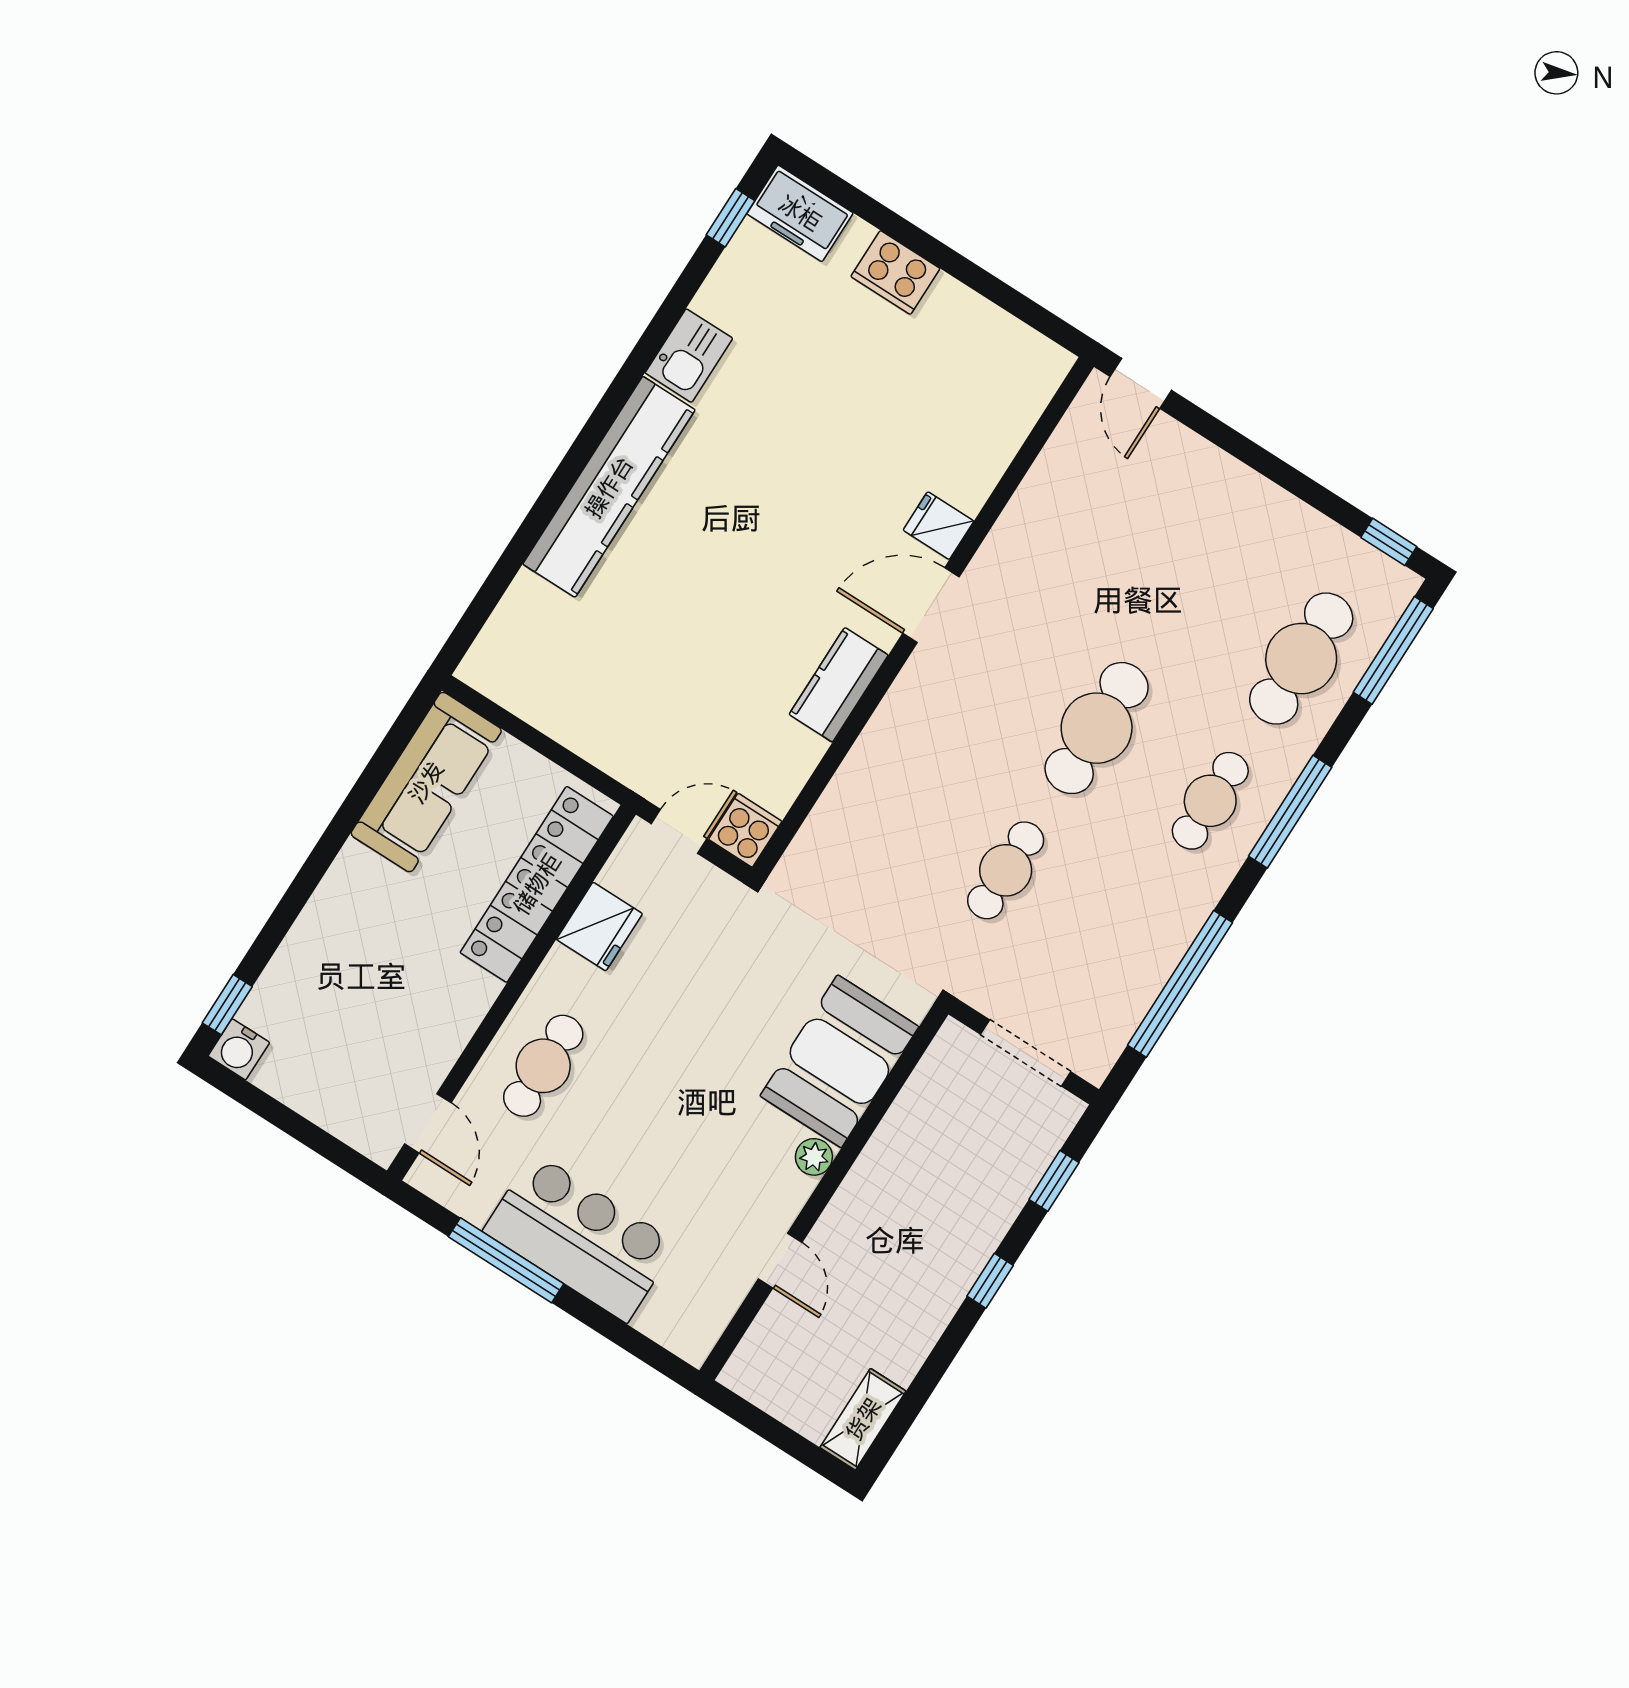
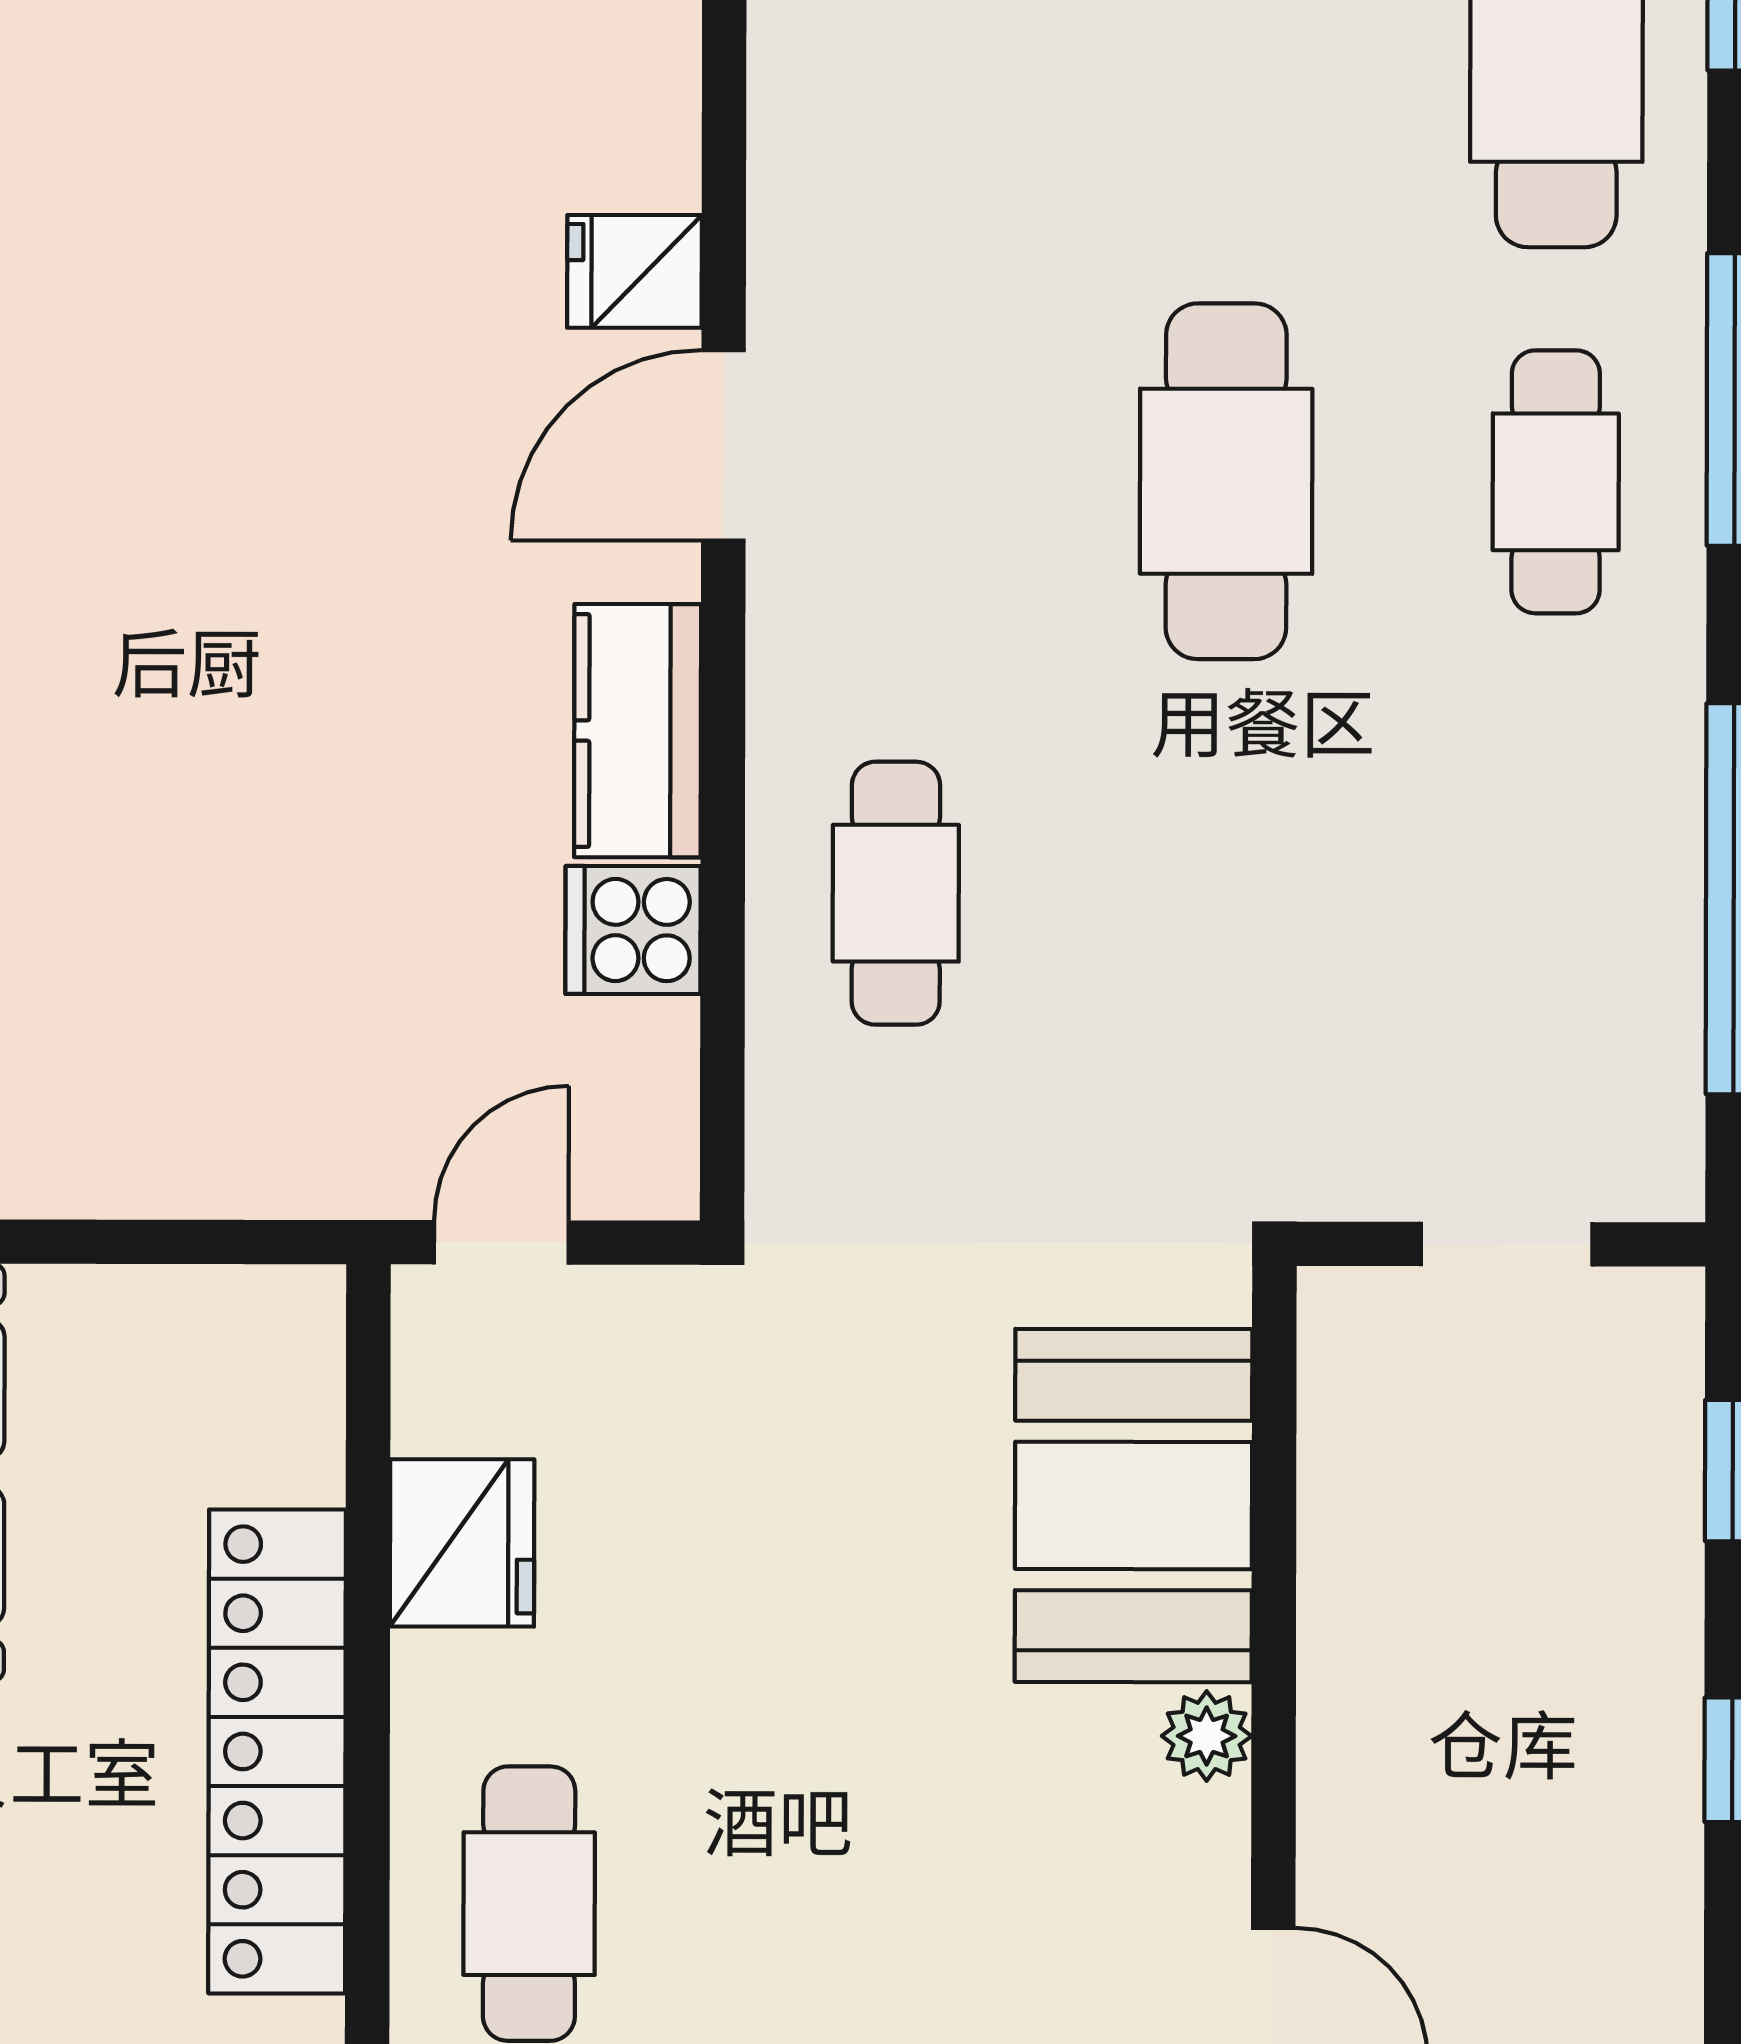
cooker: (745, 830) -> (633, 930), moved, turned -90
cafe table: (1006, 870) -> (896, 893), moved
locker: (537, 884) -> (277, 1752), moved
doorway: (1026, 1053) -> (1507, 1244), width x0.73

